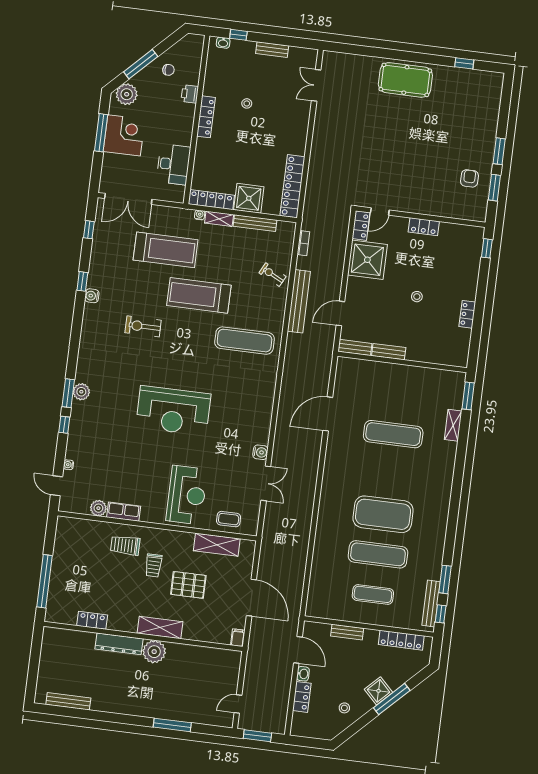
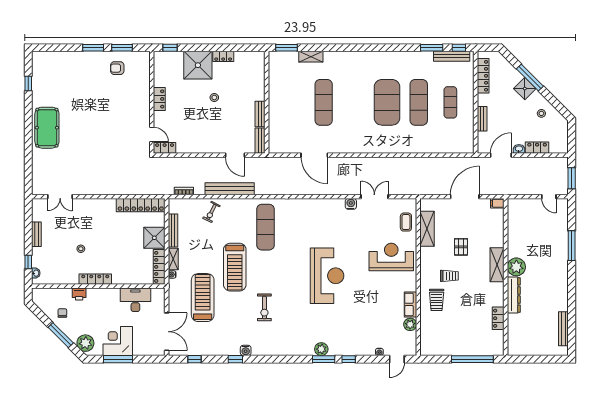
shower: (367, 260) -> (198, 65), moved
pallet: (188, 585) -> (461, 247), width x0.67, depth x0.71

